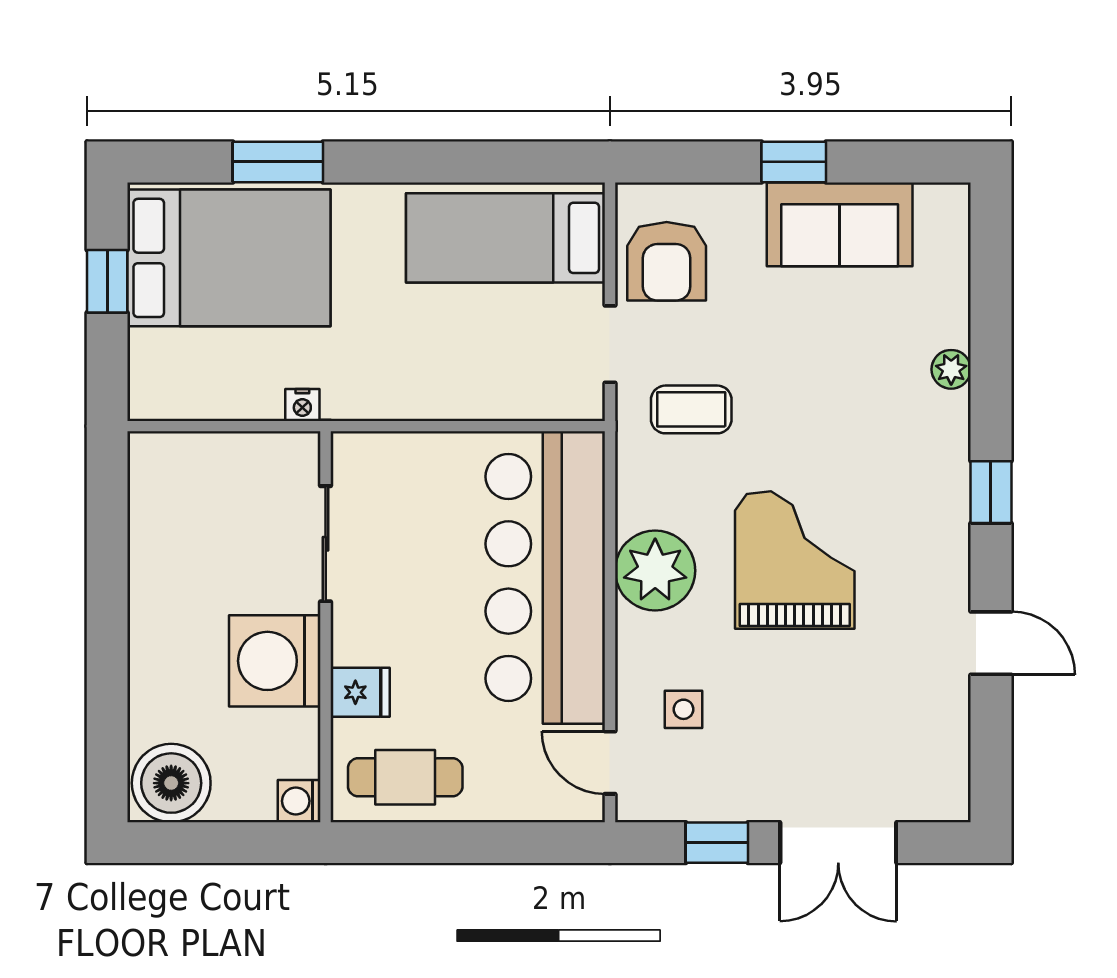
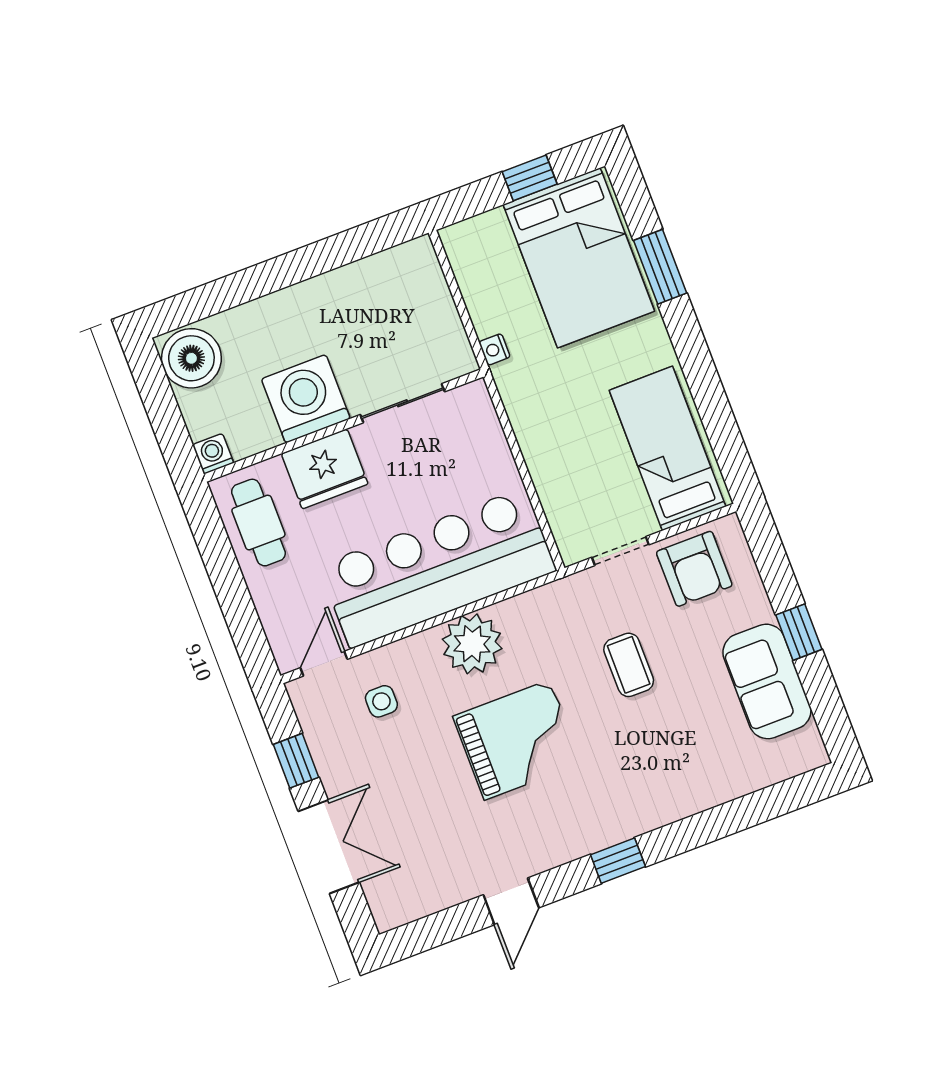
armchair: (667, 261) -> (694, 569), turned -90
plant: (951, 369) -> (694, 799), removed
coffee table: (691, 409) -> (629, 665), moved
fridge: (360, 692) -> (325, 469), width x1.88, depth x1.34
double door: (838, 843) -> (329, 847), swing flipped

